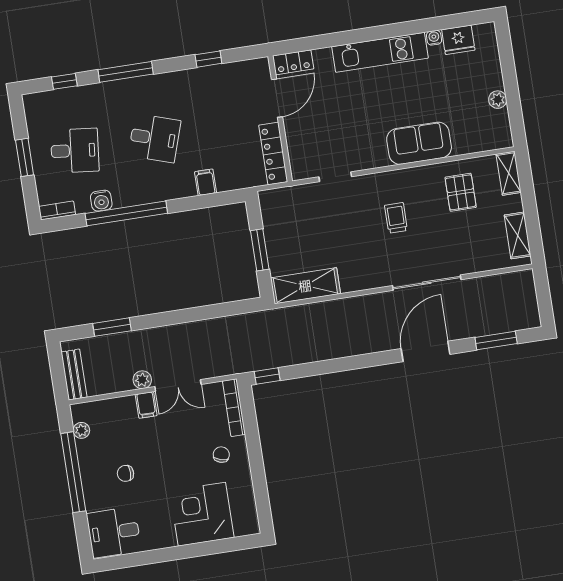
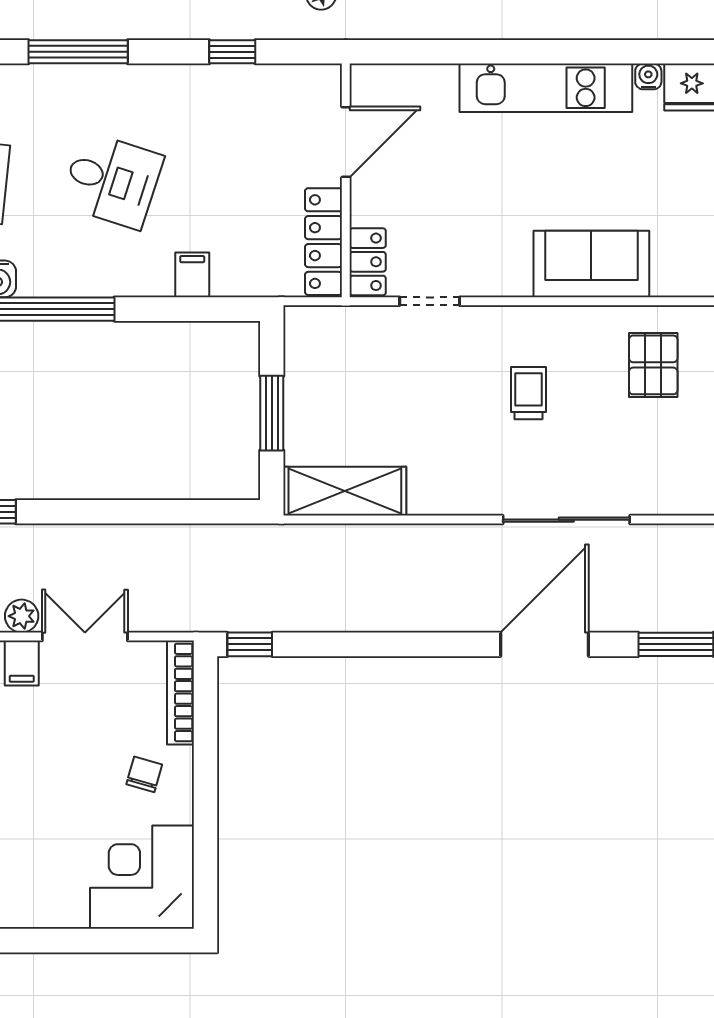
locker: (293, 62) -> (368, 262), moved, turned -90
double door: (178, 385) -> (85, 637), swing flipped
corner desk: (202, 514) -> (142, 877), moved

